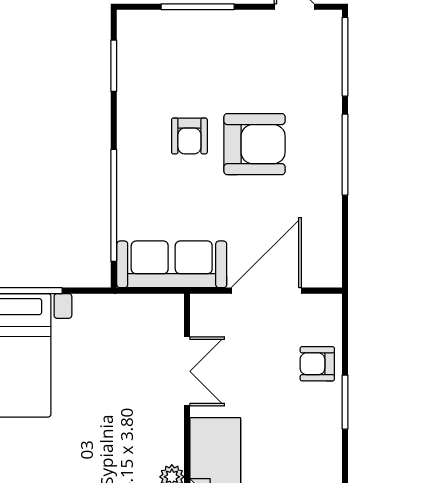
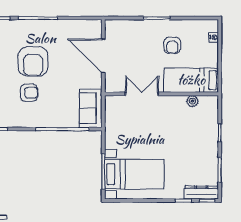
armchair: (255, 144) -> (33, 61), turned 180
sofa: (172, 264) -> (91, 108), width x0.73
armchair: (317, 364) -> (172, 45), moved

